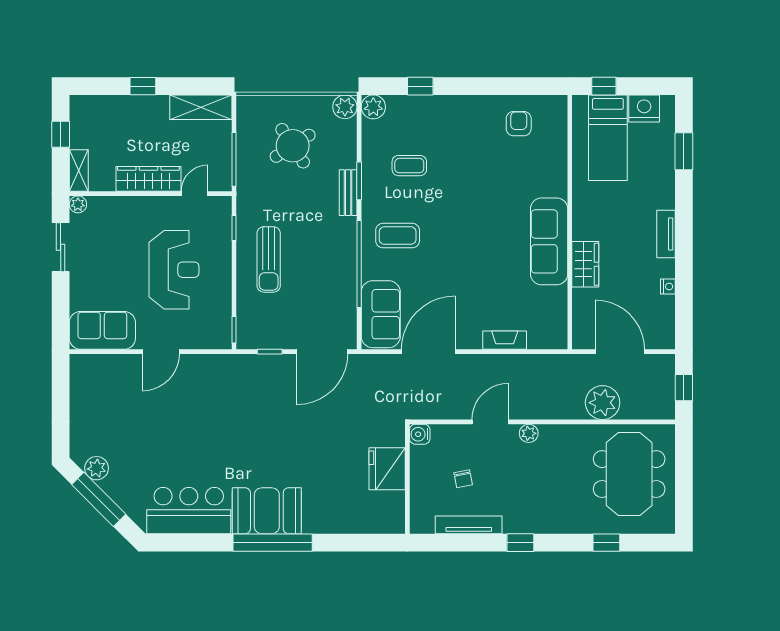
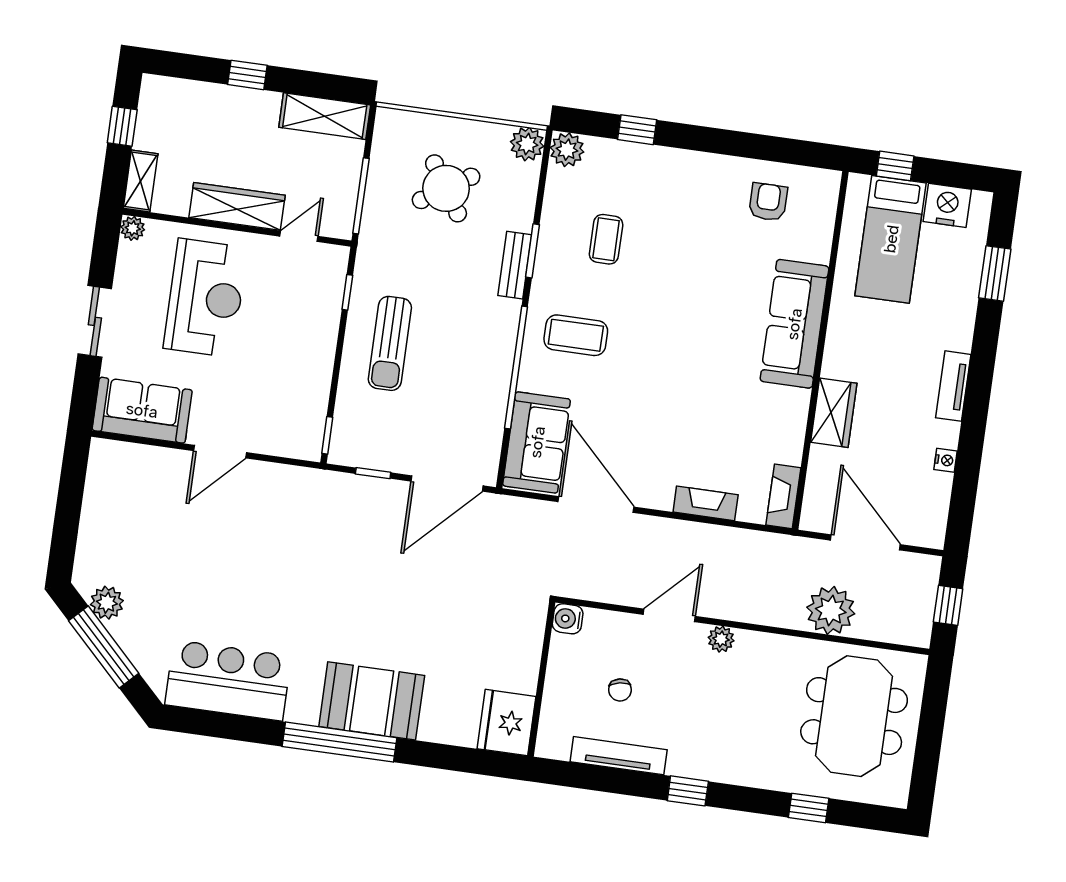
coffee table: (409, 166) -> (606, 239), turned 90
sofa: (549, 241) -> (794, 324), moved
sliding door: (61, 247) -> (95, 321), moved
reception desk: (174, 270) -> (205, 298), moved
fireplace: (558, 328) -> (783, 496), added
door: (428, 352) -> (596, 504), hinge flipped
fridge: (387, 469) -> (506, 723), moved
booth: (267, 511) -> (372, 701), moved

